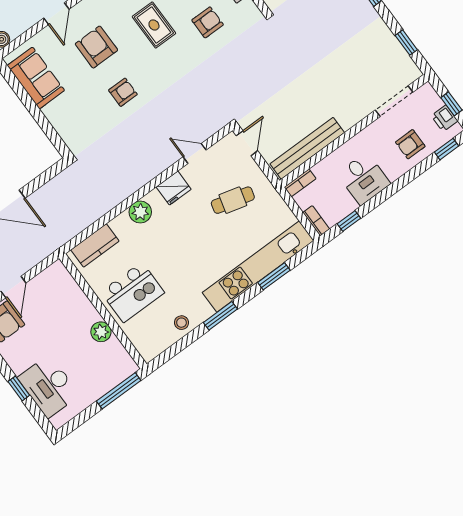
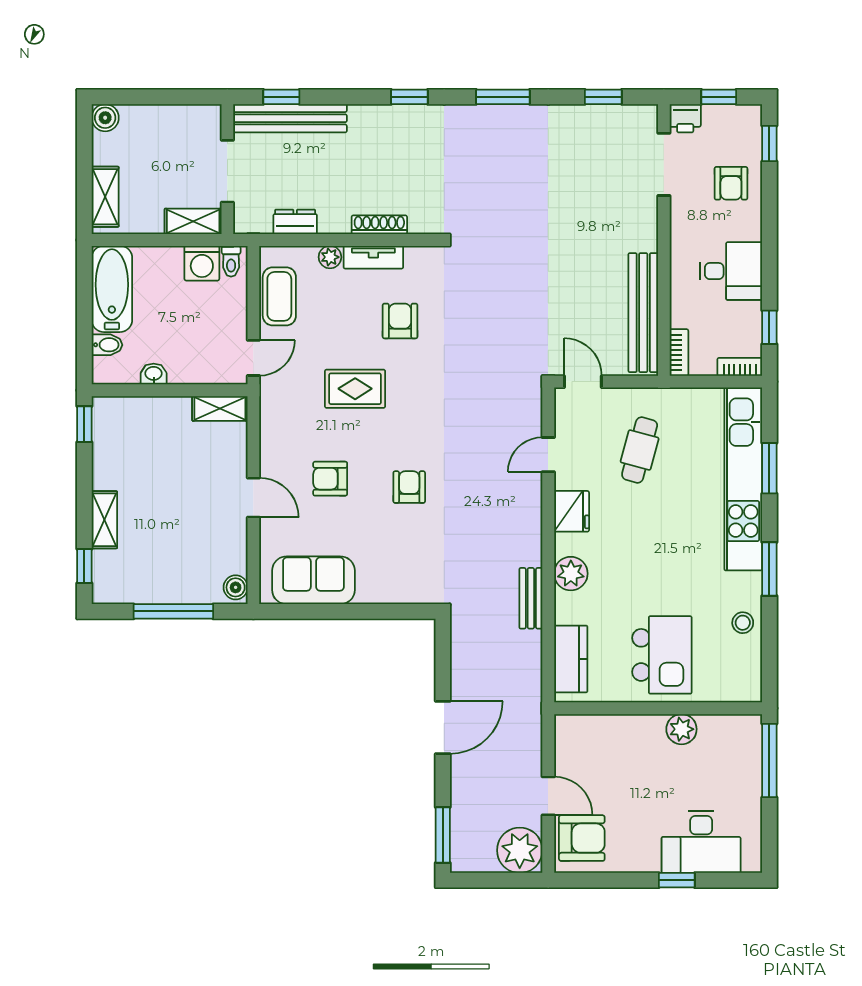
armchair: (96, 47) -> (330, 479), width x0.72, depth x0.72
printer: (445, 118) -> (685, 118), moved
bench: (111, 200) -> (531, 598), added

